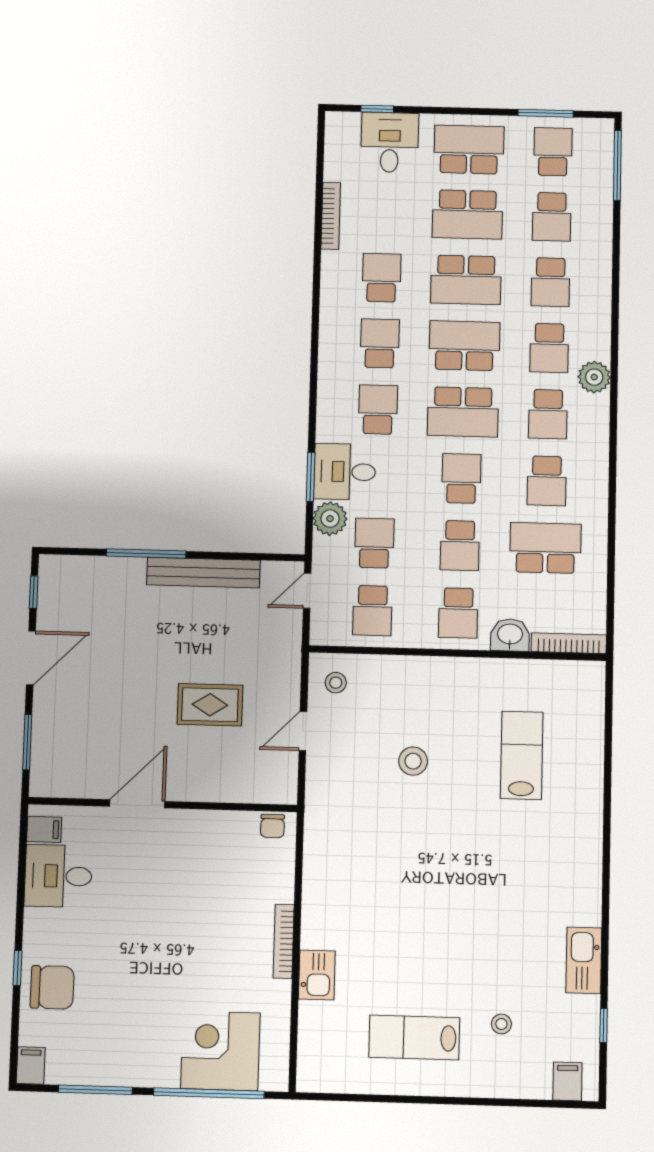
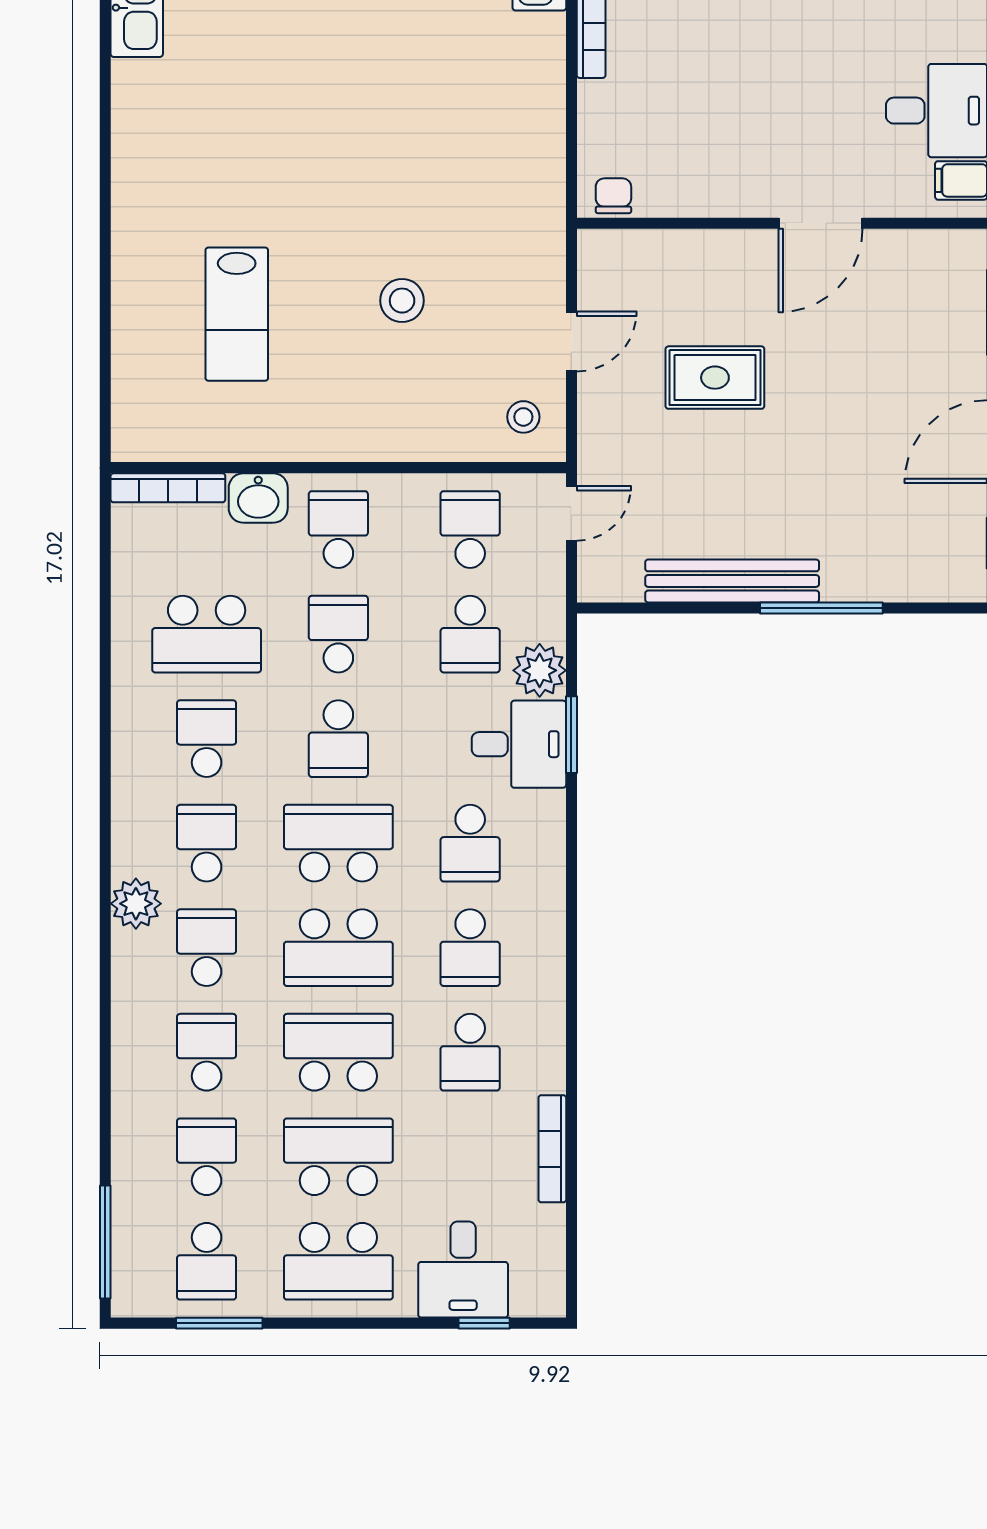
door: (307, 591) -> (571, 513), moved

